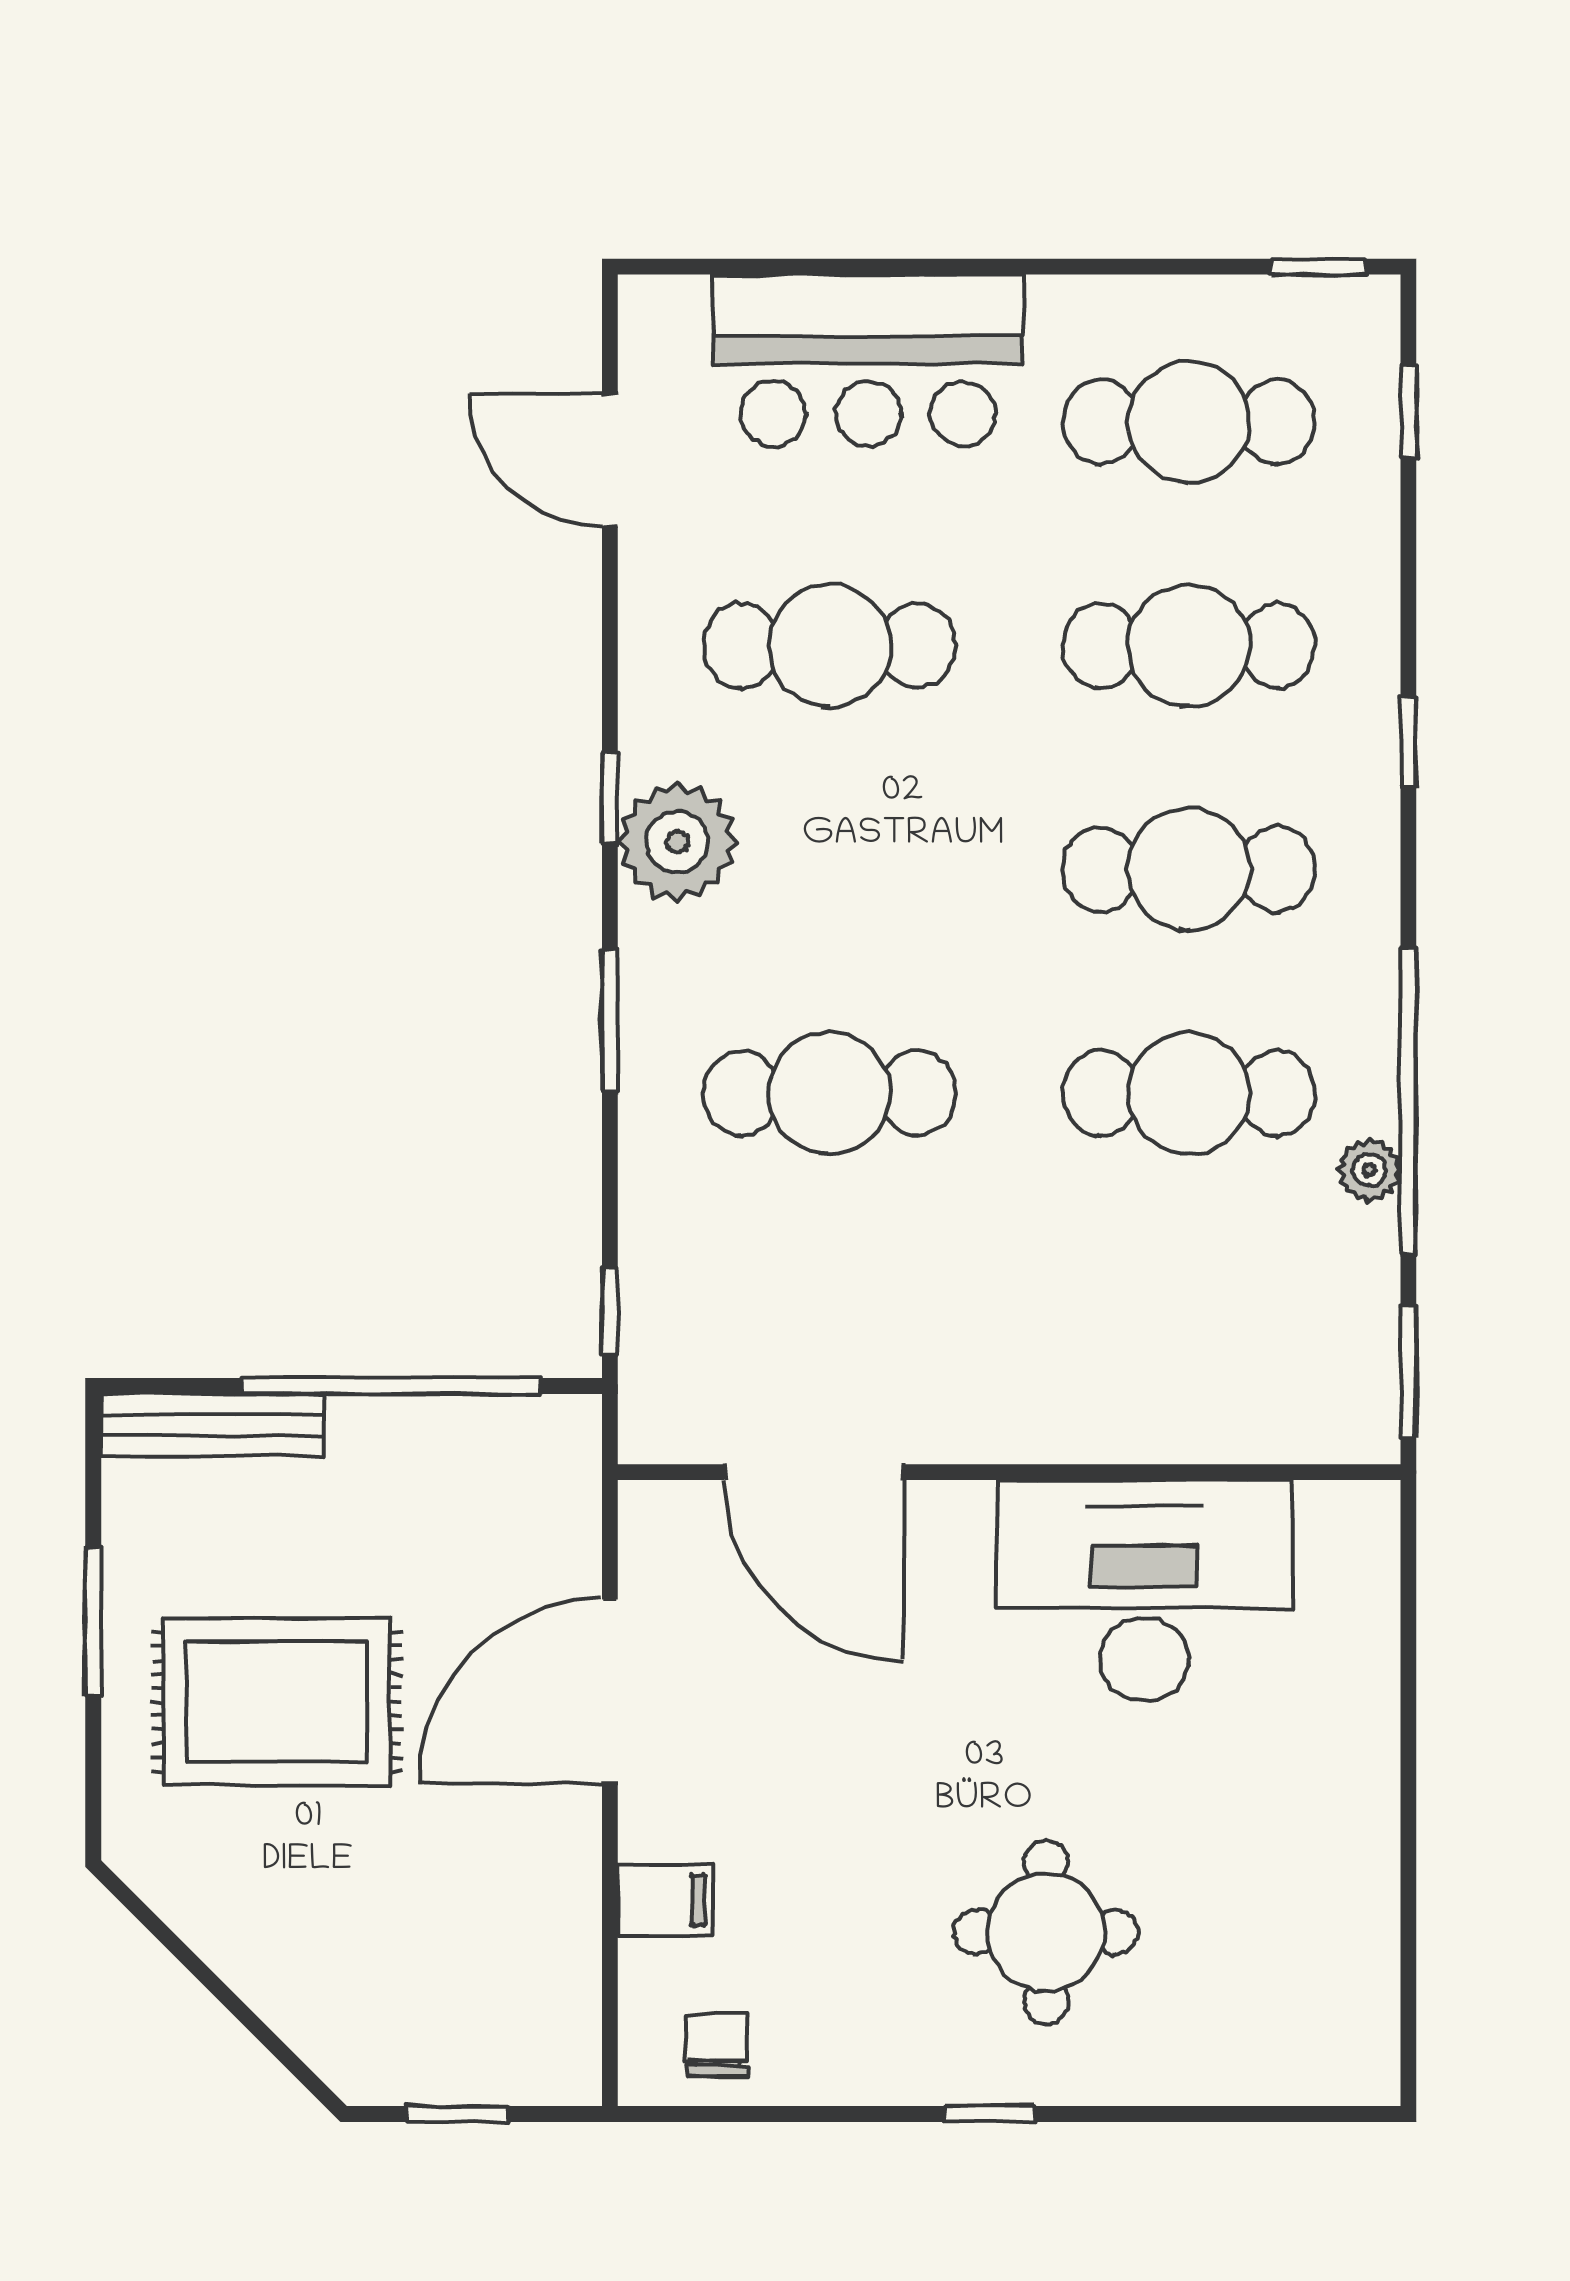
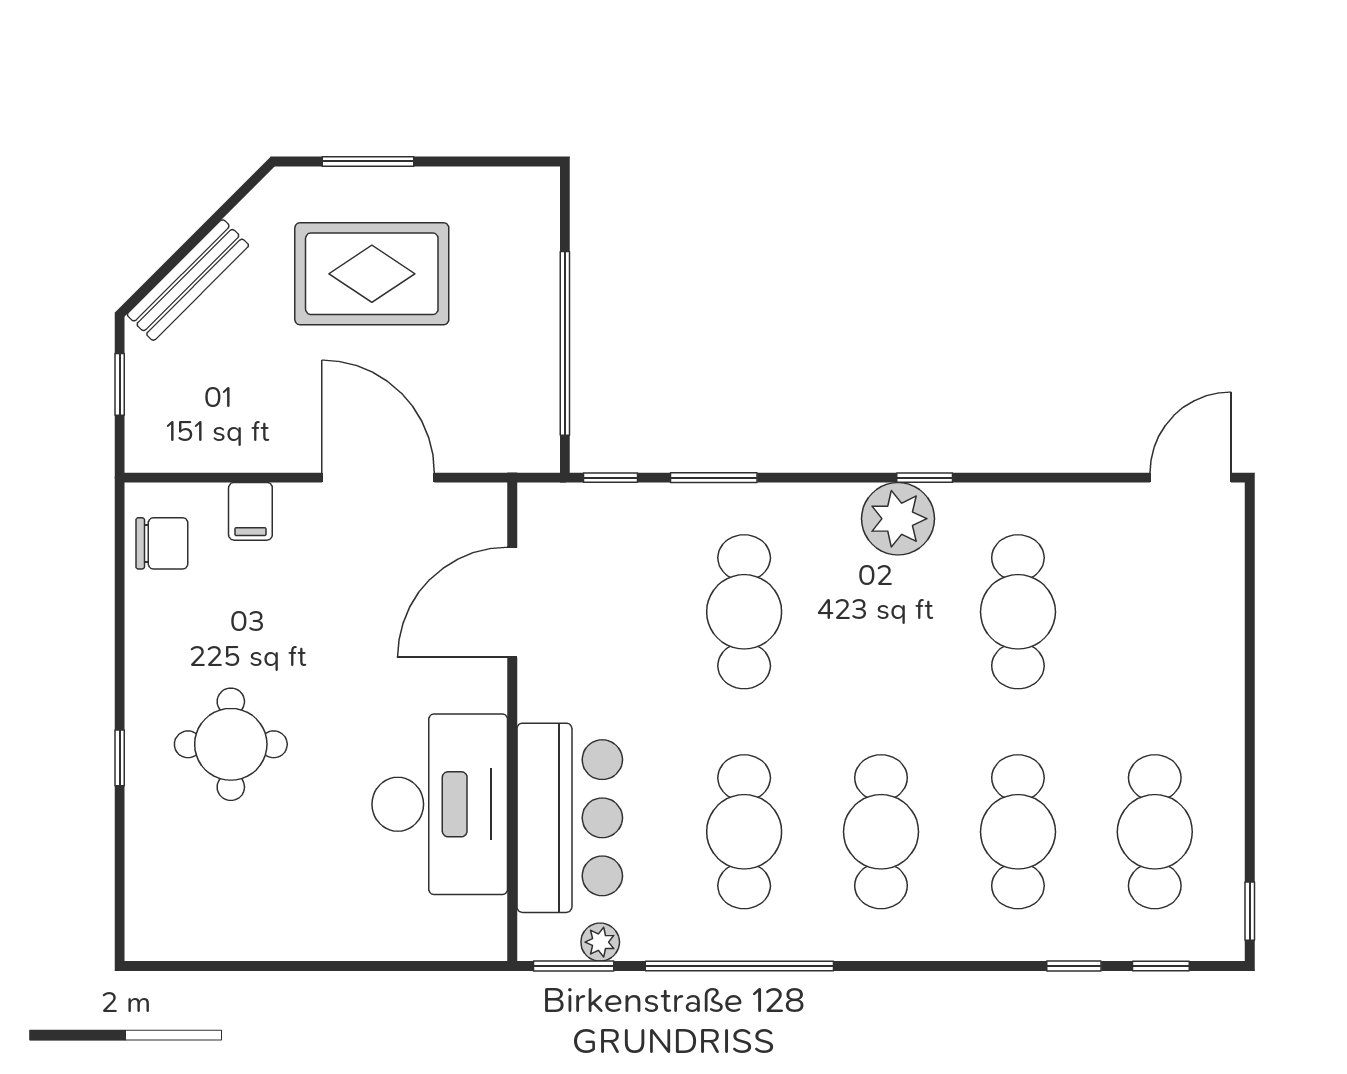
bar counter: (868, 360) -> (570, 818), moved, turned 180
door: (610, 460) -> (1191, 478), moved
window: (1408, 742) -> (1074, 966), moved
window: (610, 1020) -> (714, 478), moved
plant: (1369, 1170) -> (600, 942), moved
bench: (212, 1425) -> (188, 280), moved, turned 45
window: (93, 1621) -> (368, 161), moved
rug: (277, 1702) -> (372, 274), turned 90
chair: (717, 2045) -> (162, 543), width x1.37, depth x1.37
window: (990, 2114) -> (120, 758), moved

